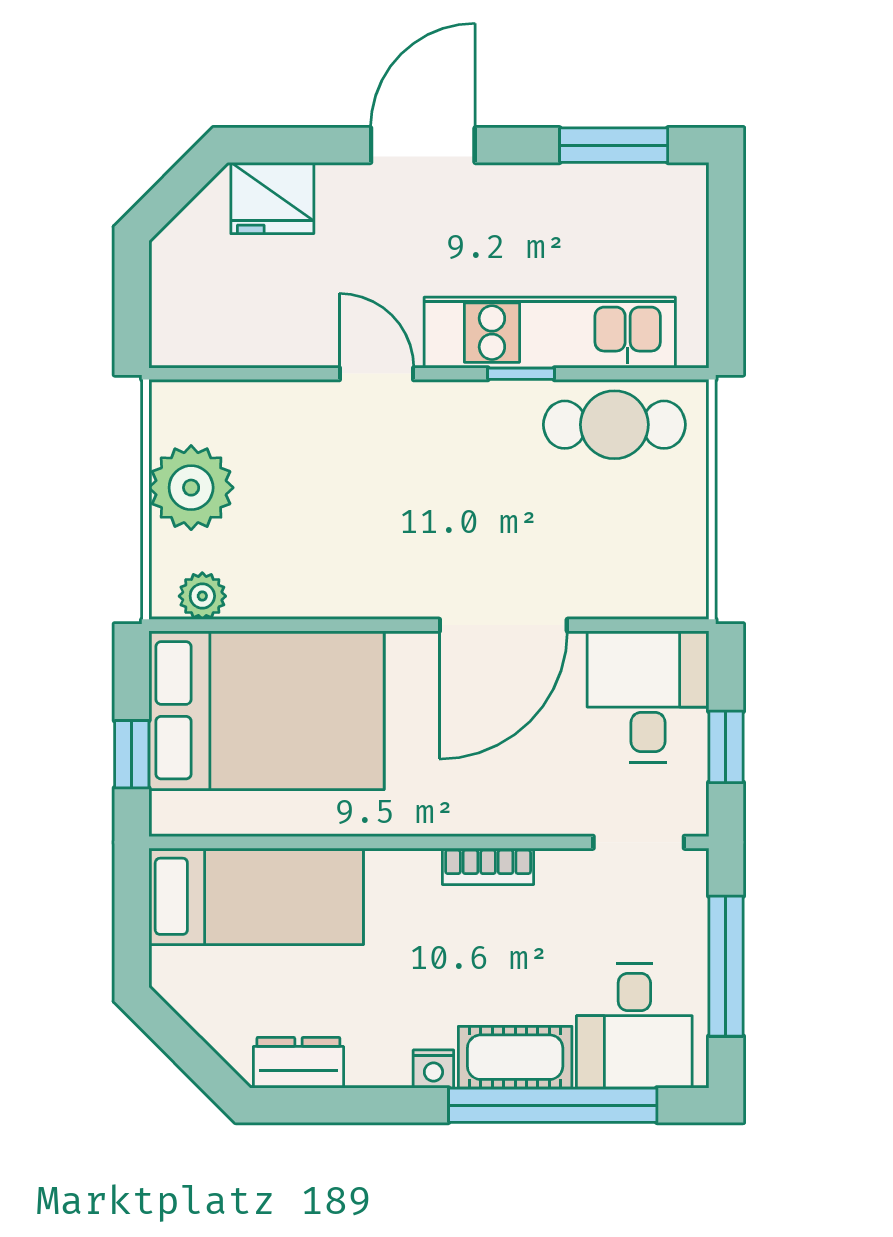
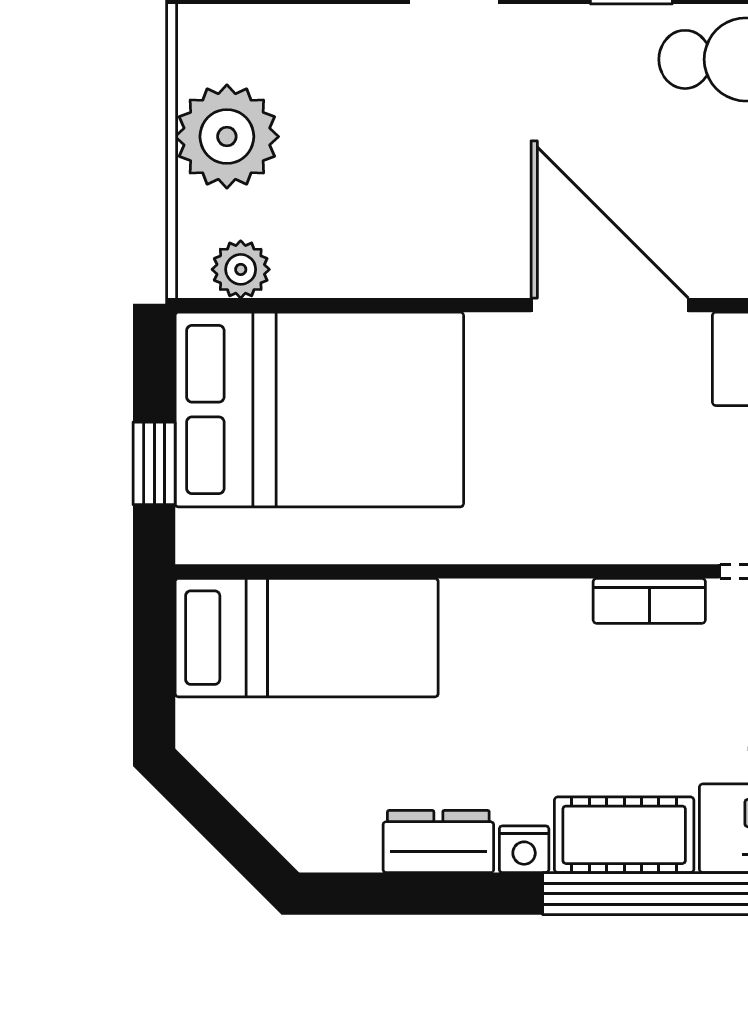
door: (503, 625) -> (610, 305), swing flipped
bookcase: (488, 866) -> (649, 601), moved
dresser: (298, 1063) -> (438, 842), moved

